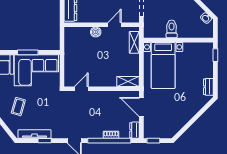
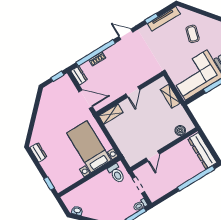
toilet: (172, 29) -> (116, 173), moved
boiler: (96, 32) -> (180, 130), moved
shelving: (134, 42) -> (170, 96), moved
door: (81, 89) -> (133, 92), moved

